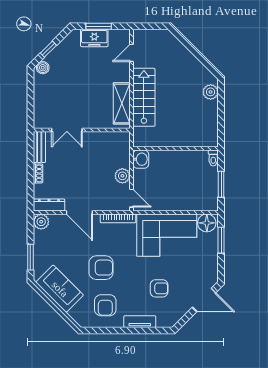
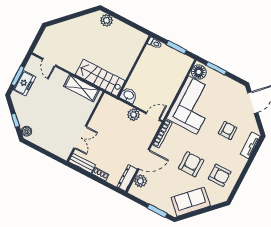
stairs: (144, 97) -> (100, 78), moved
plant: (41, 222) -> (141, 181), moved
tv unit: (140, 322) -> (250, 145), moved

